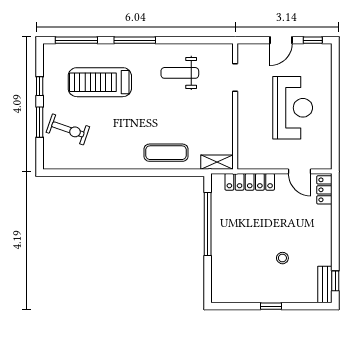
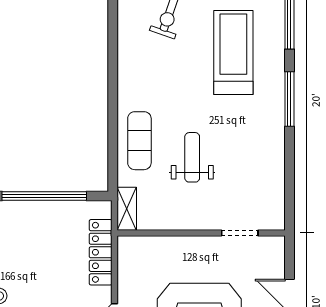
weight bench: (180, 73) -> (192, 157), moved

